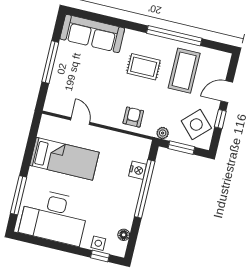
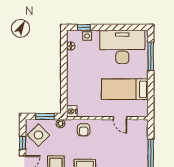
nightstand: (138, 170) -> (72, 111), moved
window: (145, 189) -> (64, 82), removed

